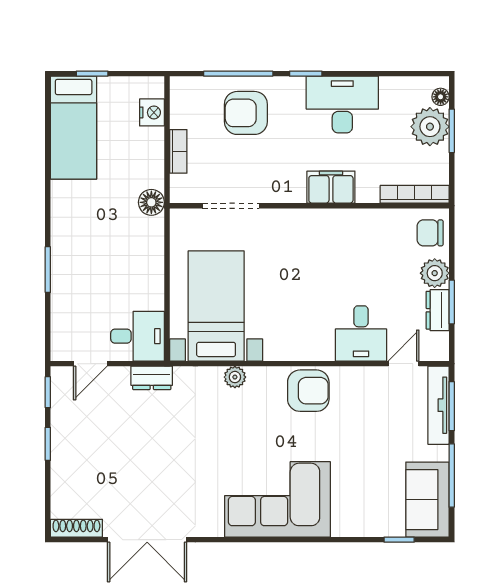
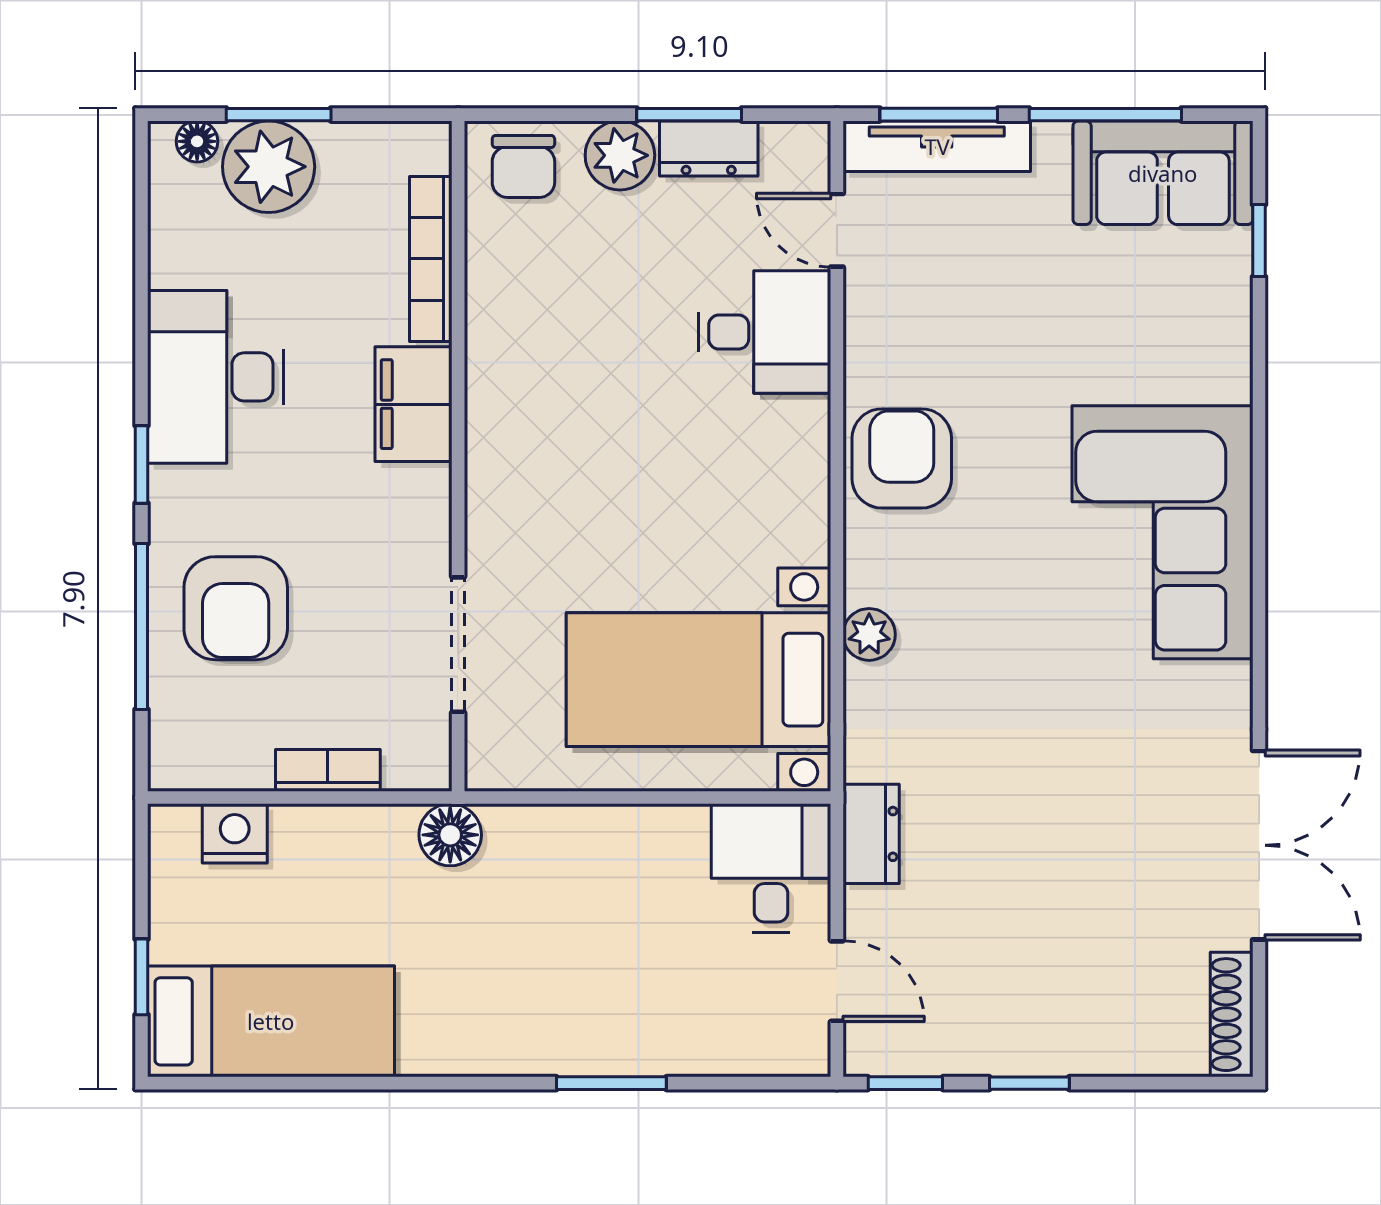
bookcase: (415, 194) -> (431, 259), moved

